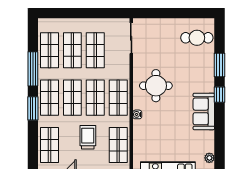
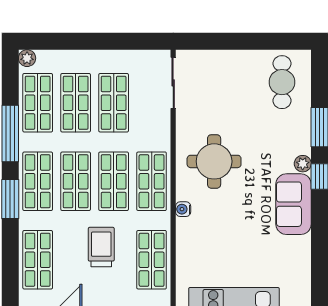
plant: (43, 23) -> (27, 58), added
cafe table: (197, 38) -> (282, 82), turned 90
plant: (209, 158) -> (303, 164), moved

